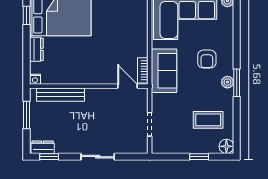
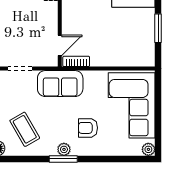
sofa: (164, 71) -> (60, 84), moved
coffee table: (208, 120) -> (25, 129), turned -30

